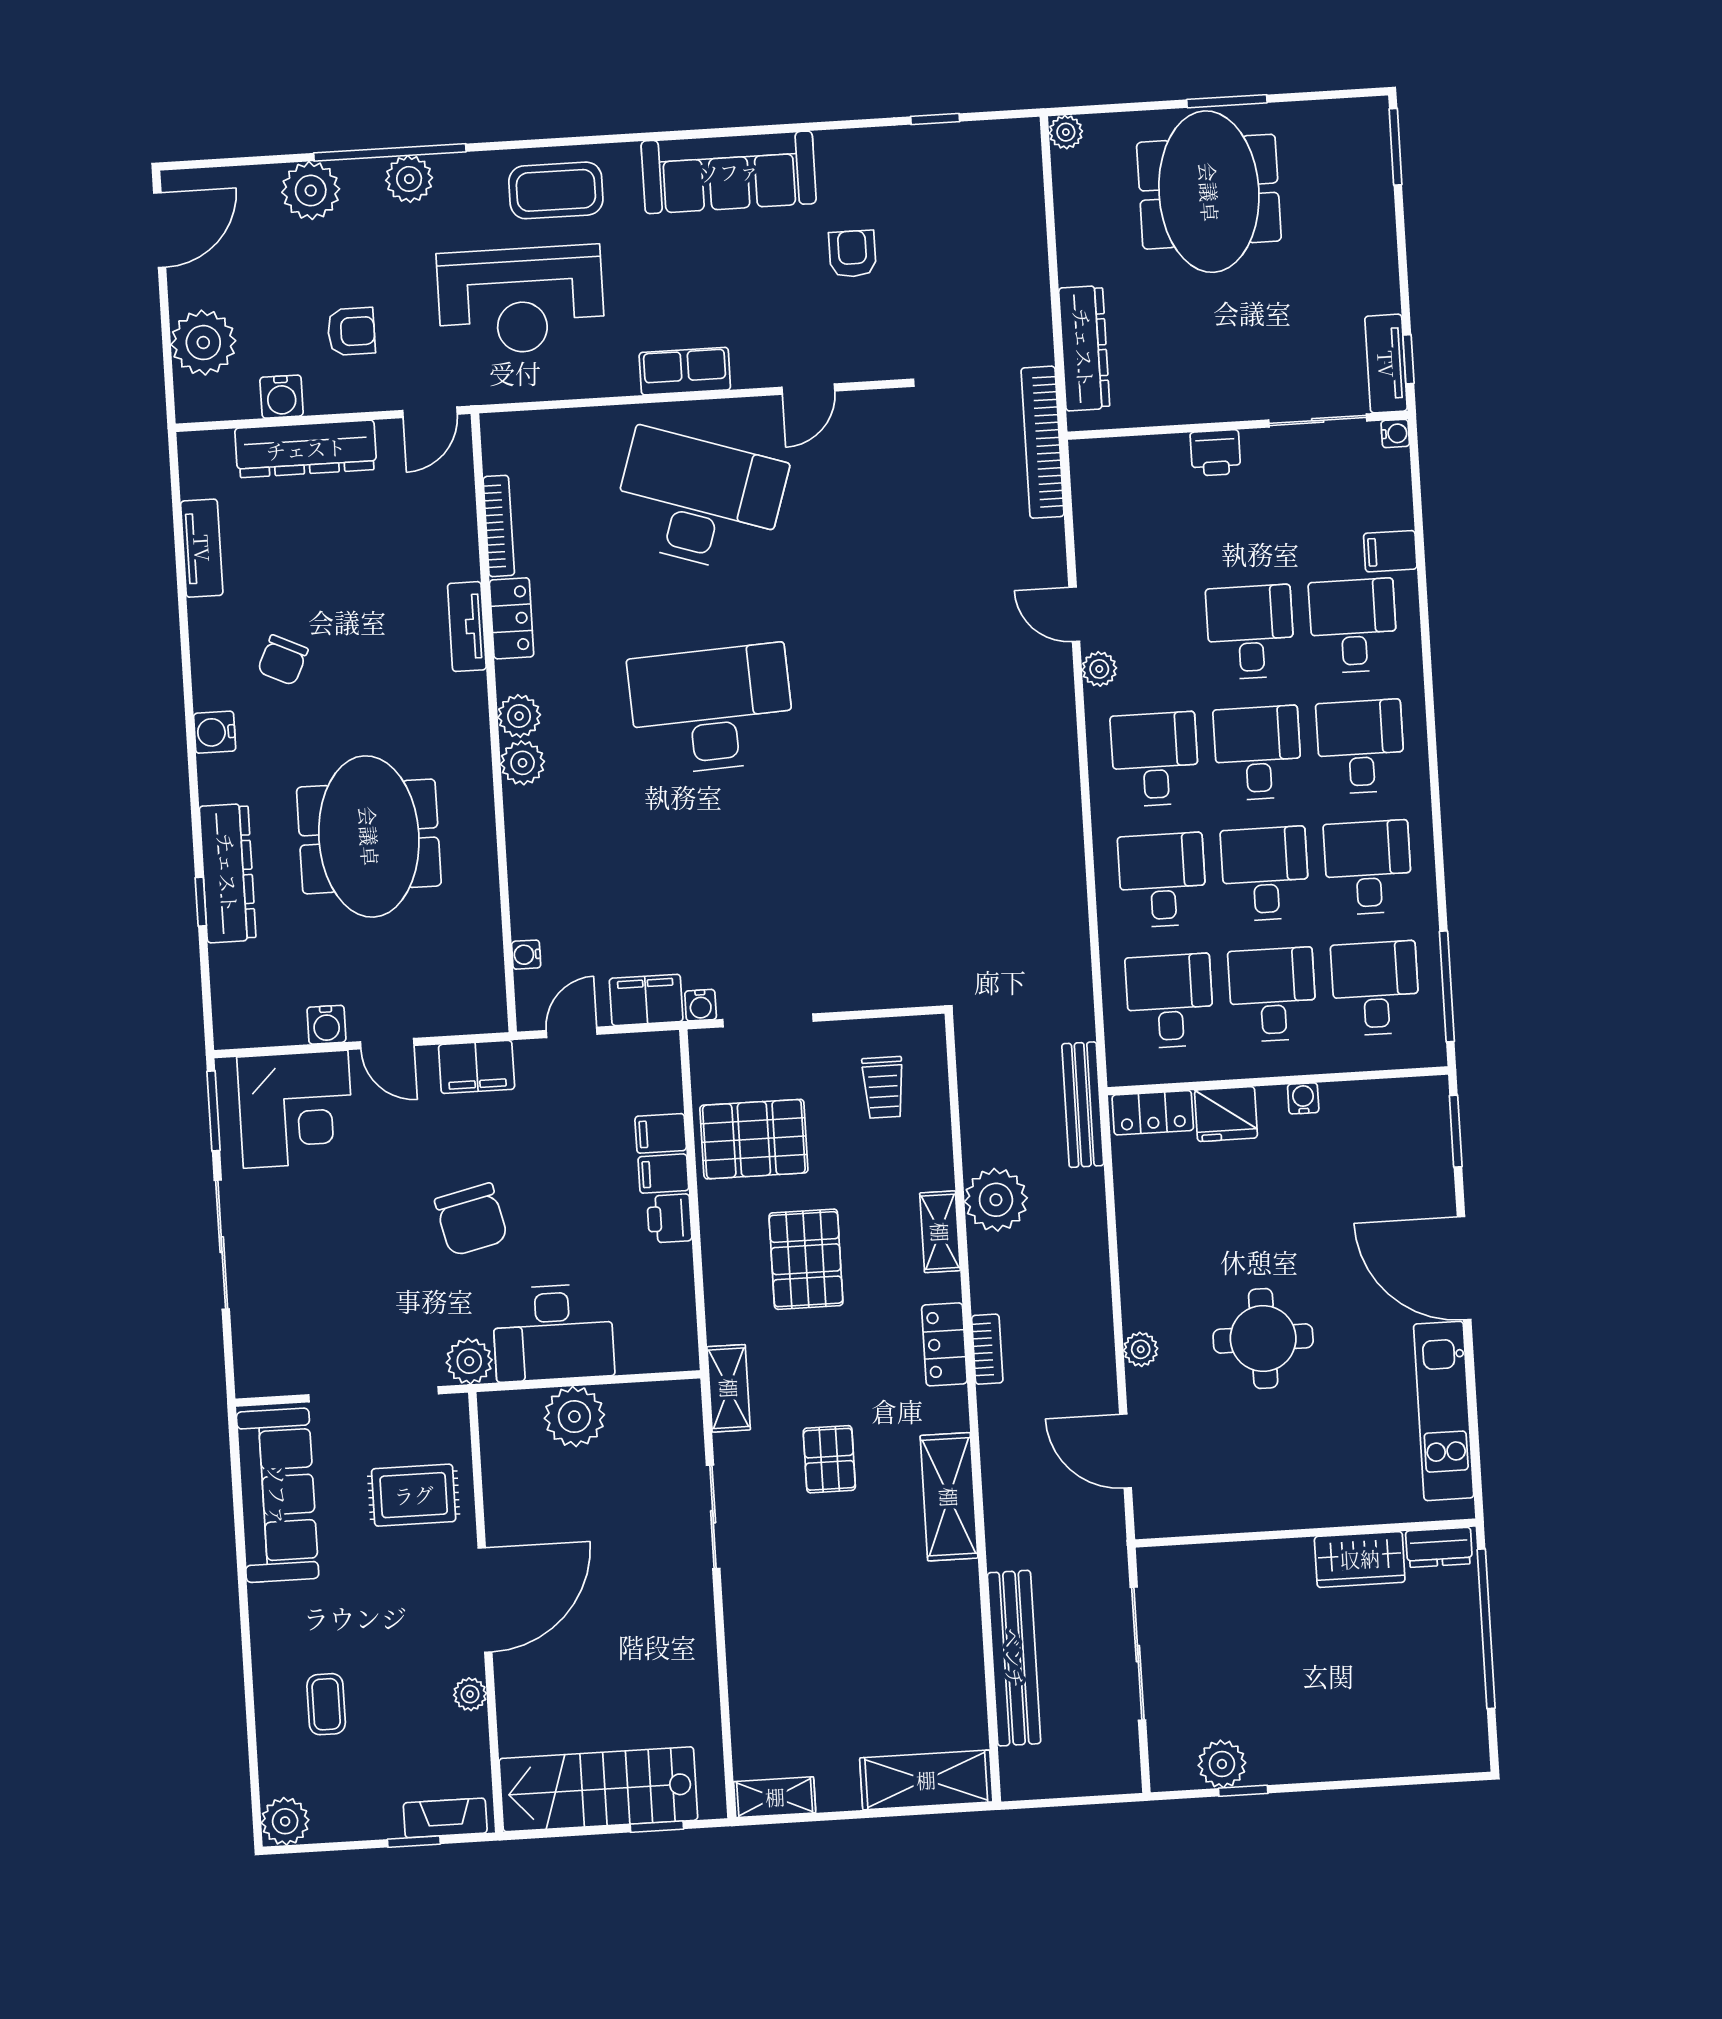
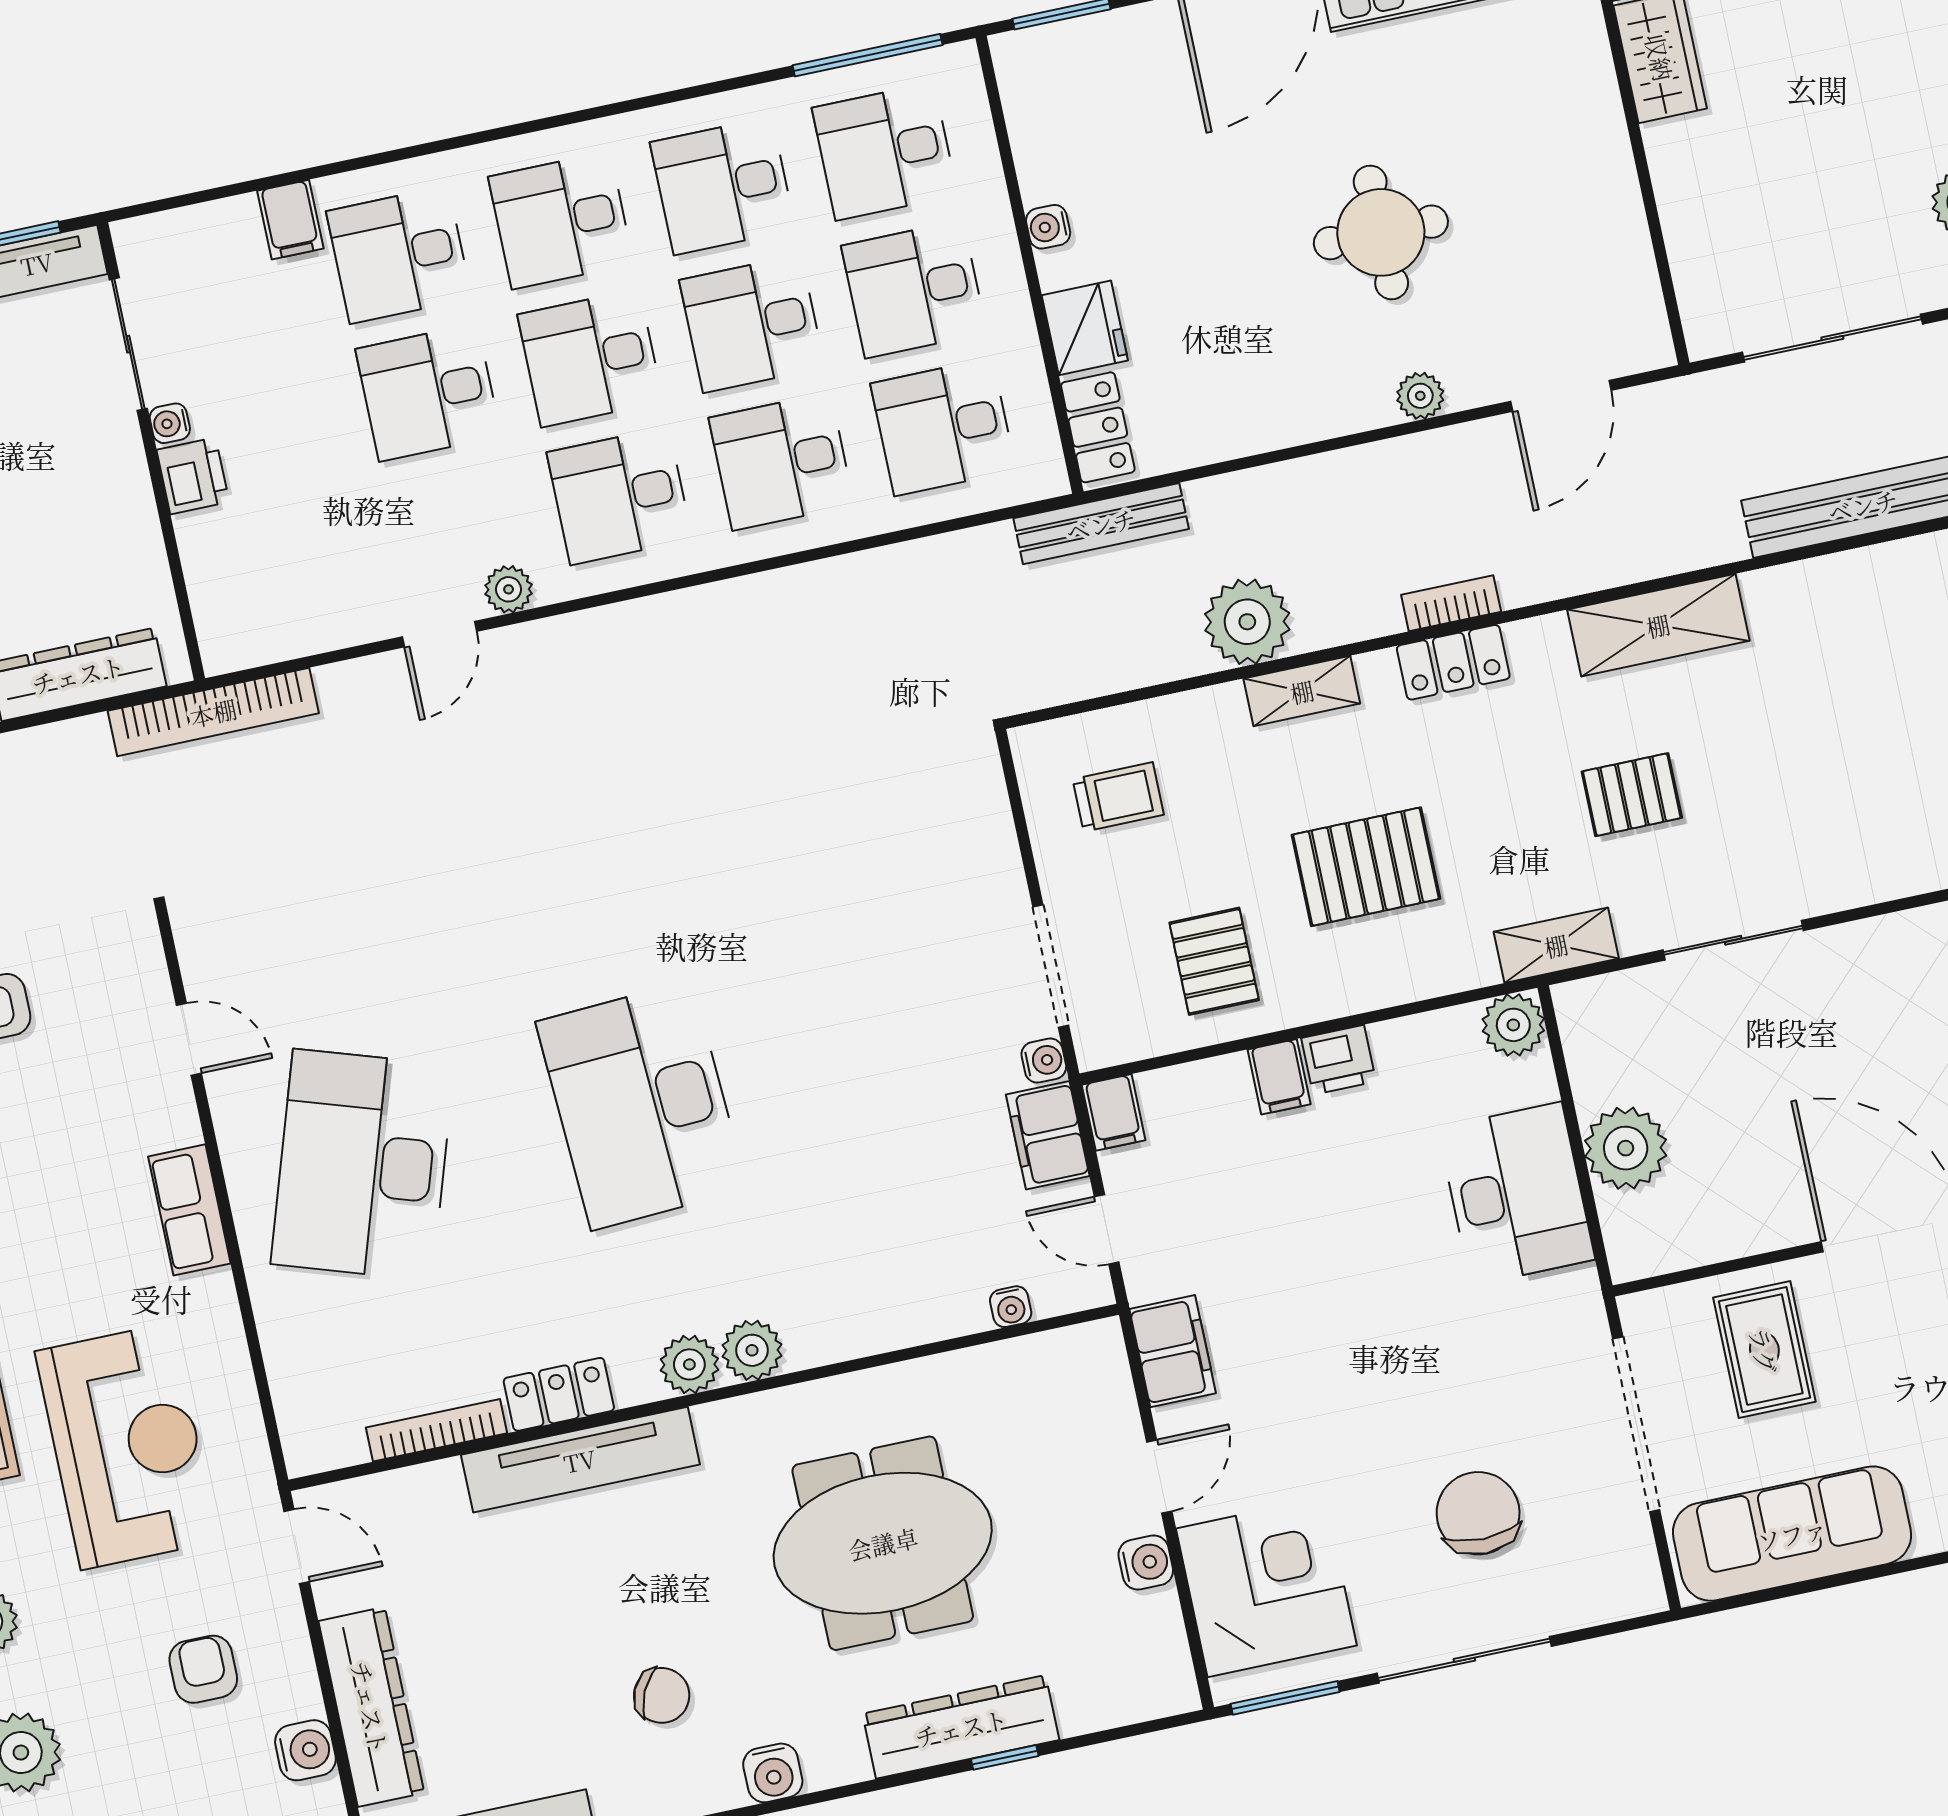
water cooler: (1395, 433) -> (170, 423), moved, turned -90
tv unit: (467, 627) -> (580, 1460), width x1.92, depth x1.29
filing cabinet: (661, 1133) -> (1114, 1112), moved
pallet: (754, 1139) -> (1214, 961), width x0.67, depth x0.71
chair: (471, 1220) -> (1478, 1513), moved, turned -77
plant: (469, 1361) -> (1513, 1025), moved

